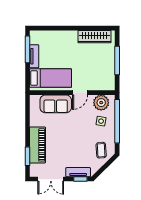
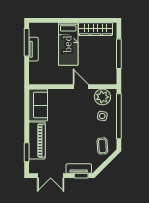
bed: (50, 78) -> (68, 44), moved, turned 90
door: (80, 93) -> (81, 87), swing flipped
sofa: (56, 104) -> (38, 105), moved, turned -90

